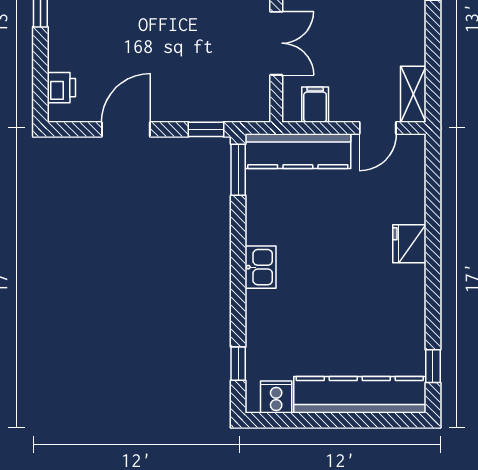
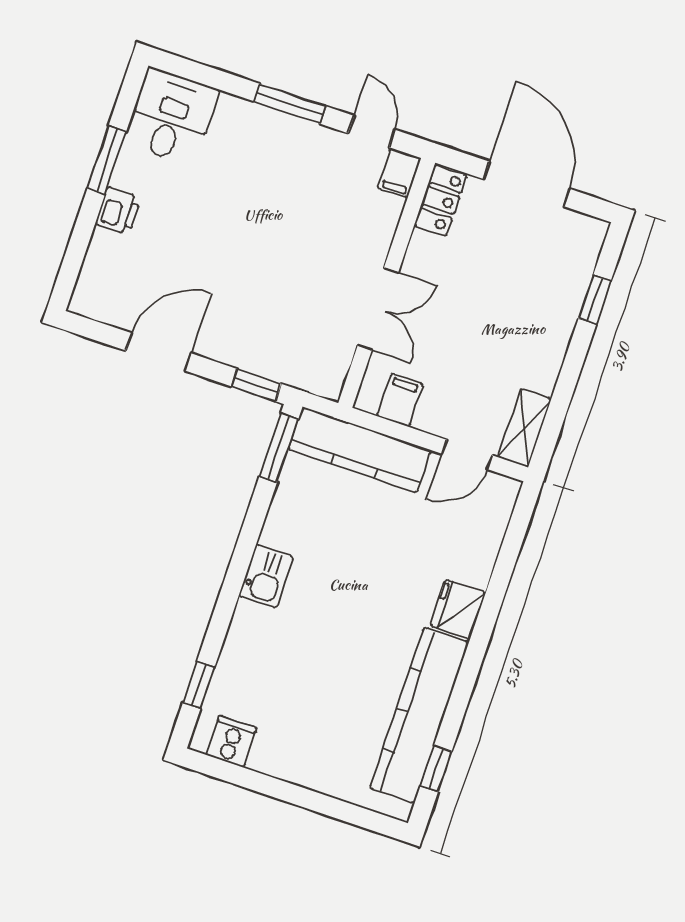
printer: (61, 88) -> (118, 211), moved
kitchen counter: (360, 395) -> (419, 715), moved, turned -90

